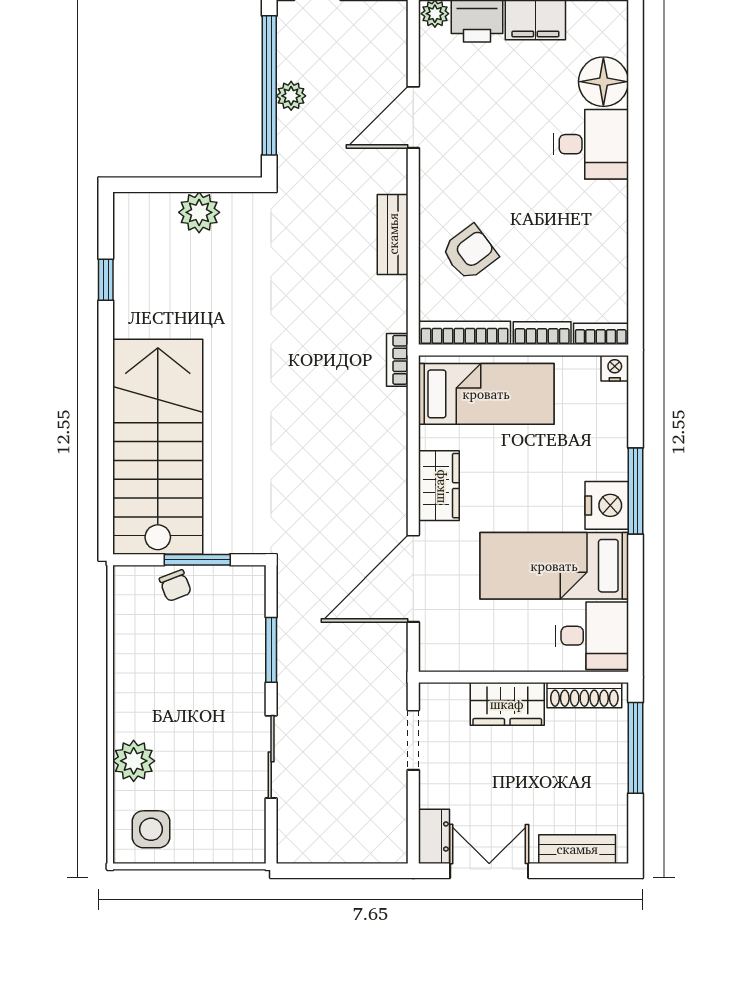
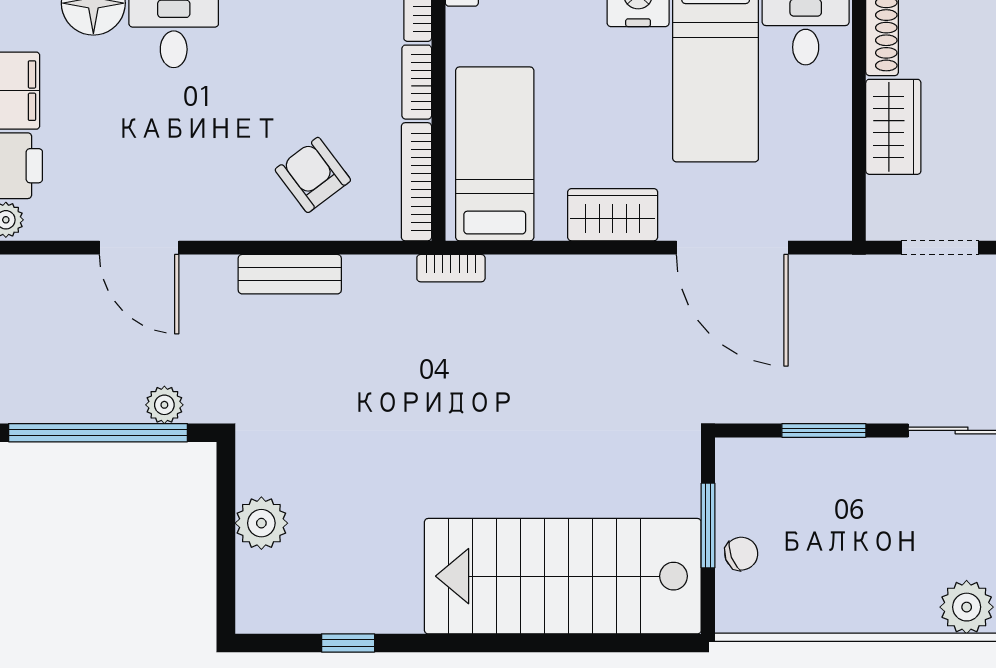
plant: (291, 96) -> (164, 405), moved

